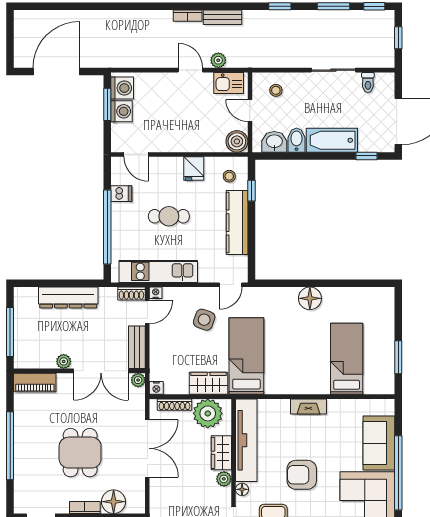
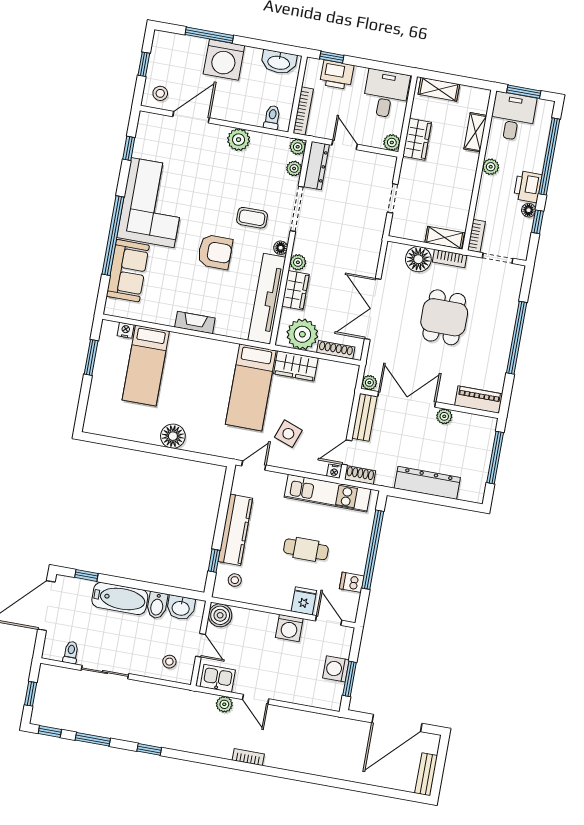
bench: (222, 17) -> (426, 774), moved, turned 90
washing machine: (122, 88) -> (289, 628), moved, turned -90
fridge: (194, 169) -> (304, 601), moved
nightstand: (156, 388) -> (126, 330), moved

